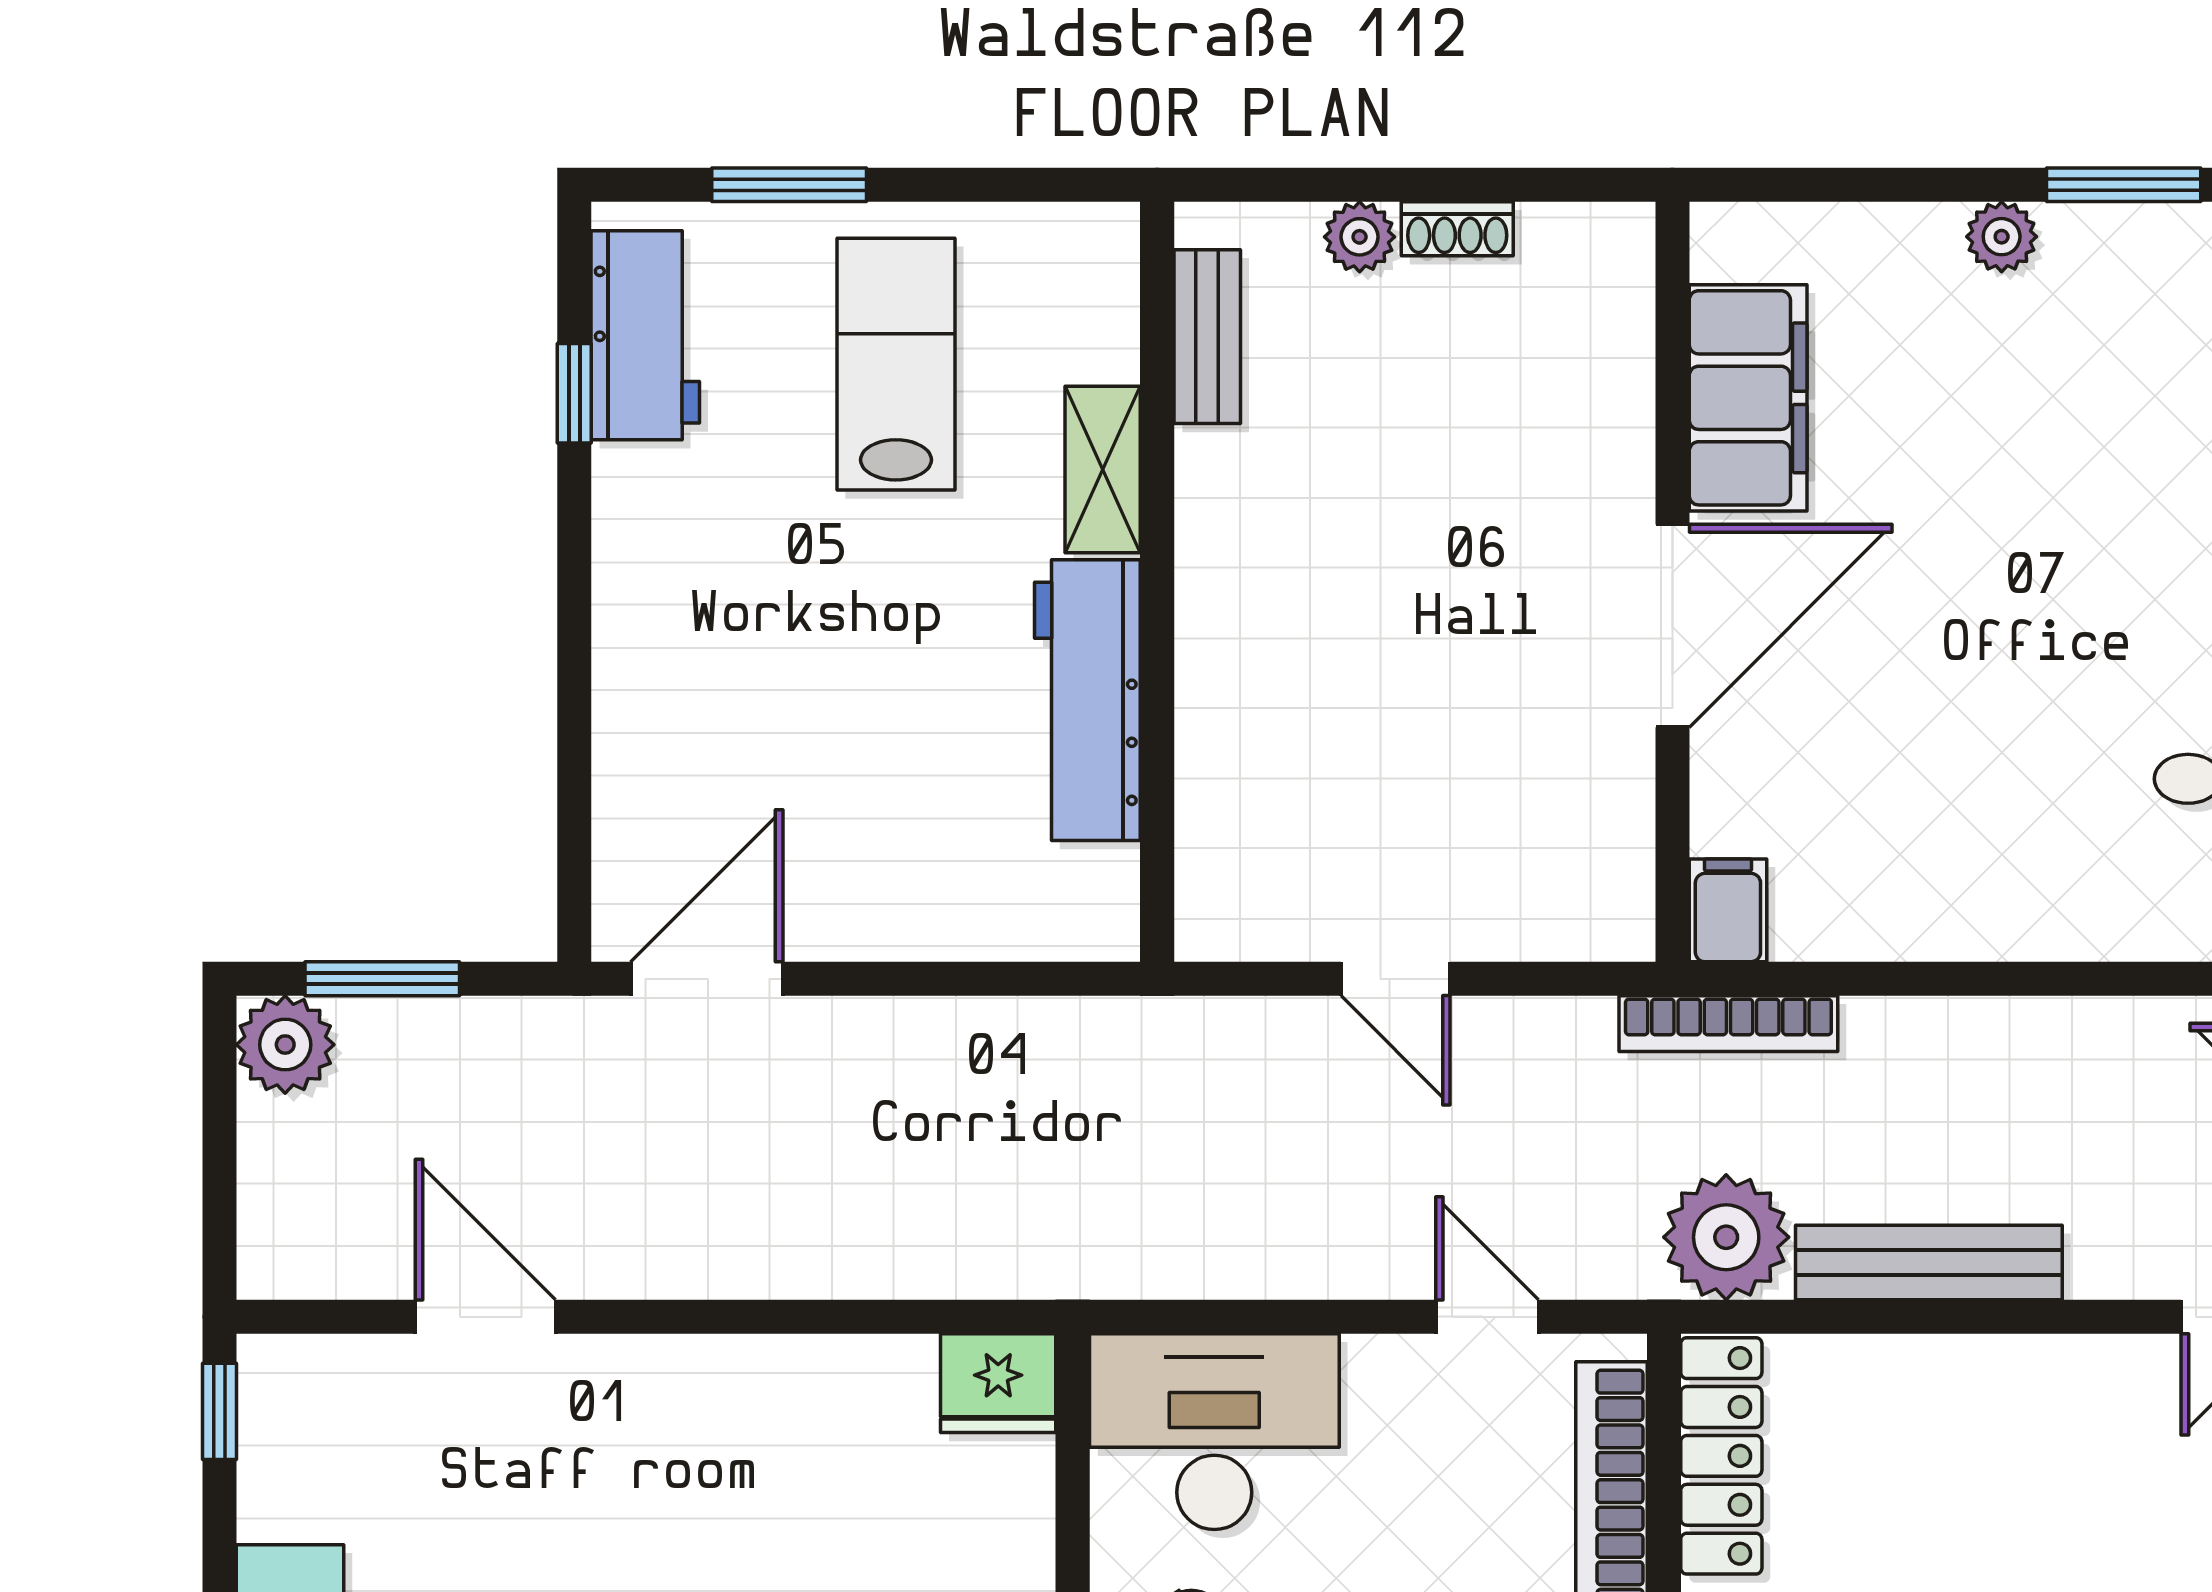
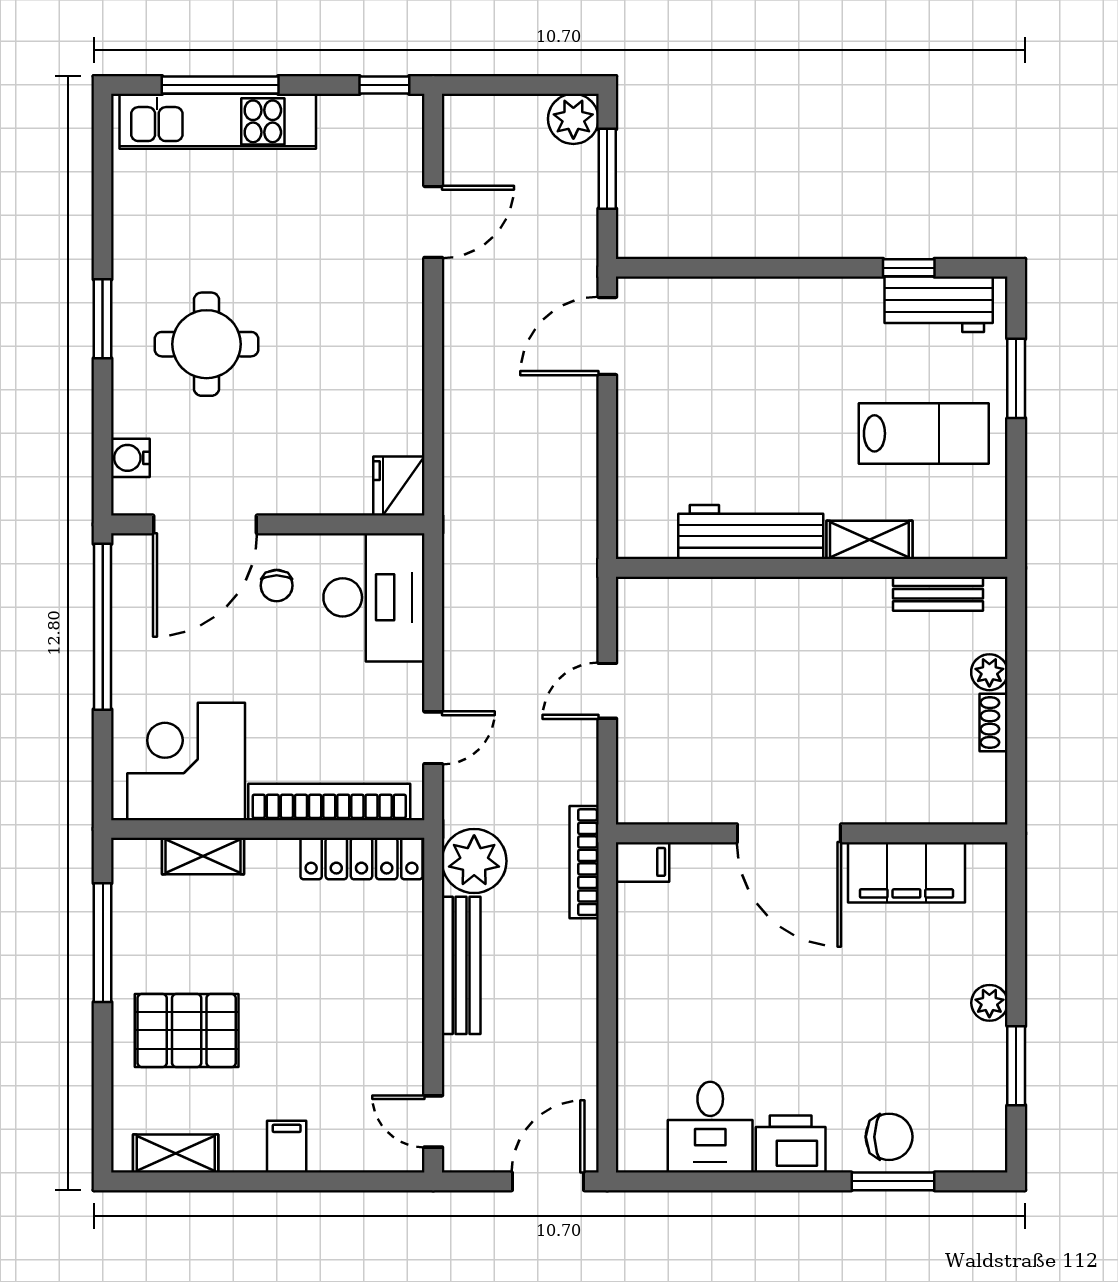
door: (707, 979) -> (607, 336), swing flipped

